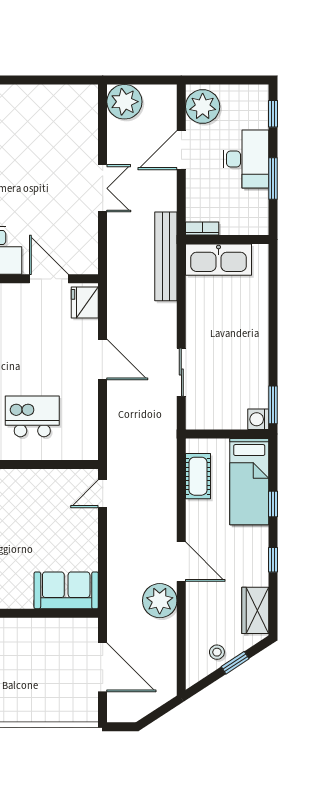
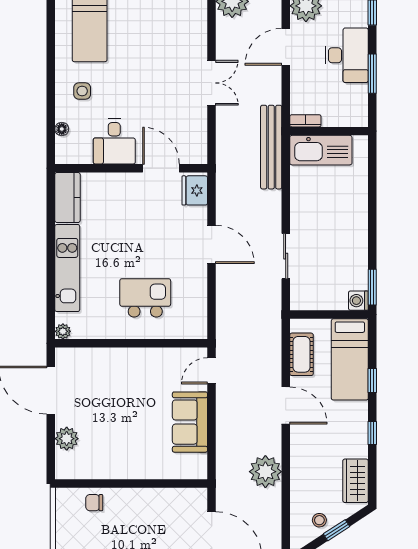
door: (181, 562) -> (286, 405), moved
sofa: (66, 590) -> (190, 422), moved, turned -90

